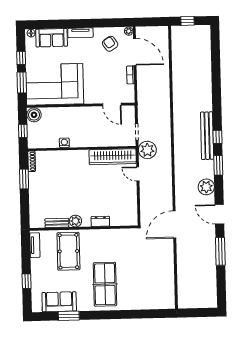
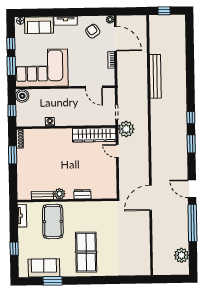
bench: (207, 136) -> (155, 76), moved
plant: (206, 187) -> (181, 255), moved
window: (220, 251) -> (192, 223), width x1.46

